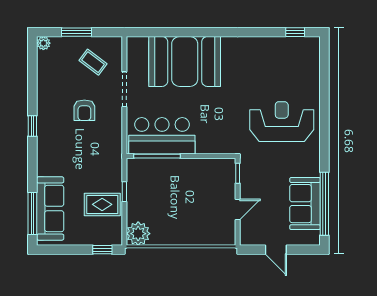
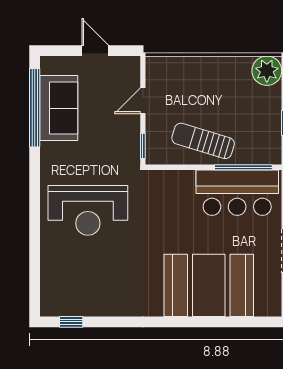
sun lounger: (189, 177) -> (203, 141), added

